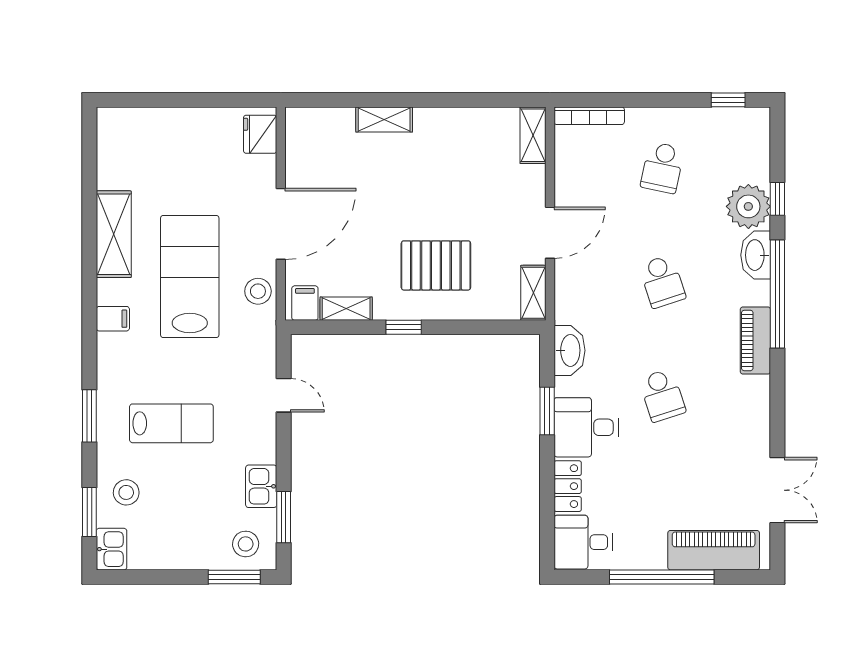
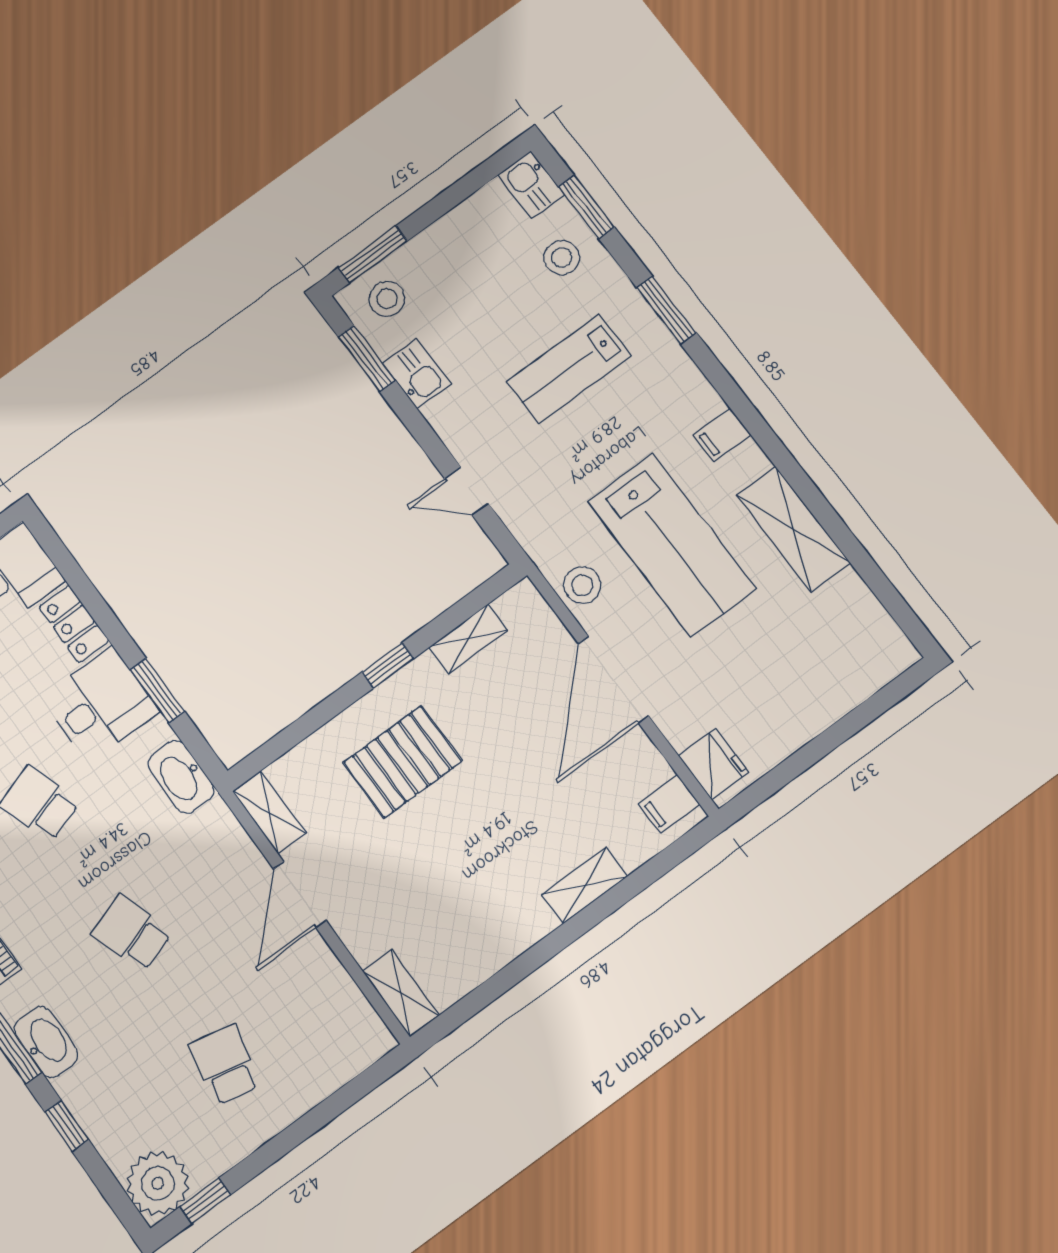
bookcase: (589, 116) -> (352, 1063), removed
plant: (748, 206) -> (158, 1183), moved
filing cabinet: (305, 303) -> (669, 804), moved, turned 90

